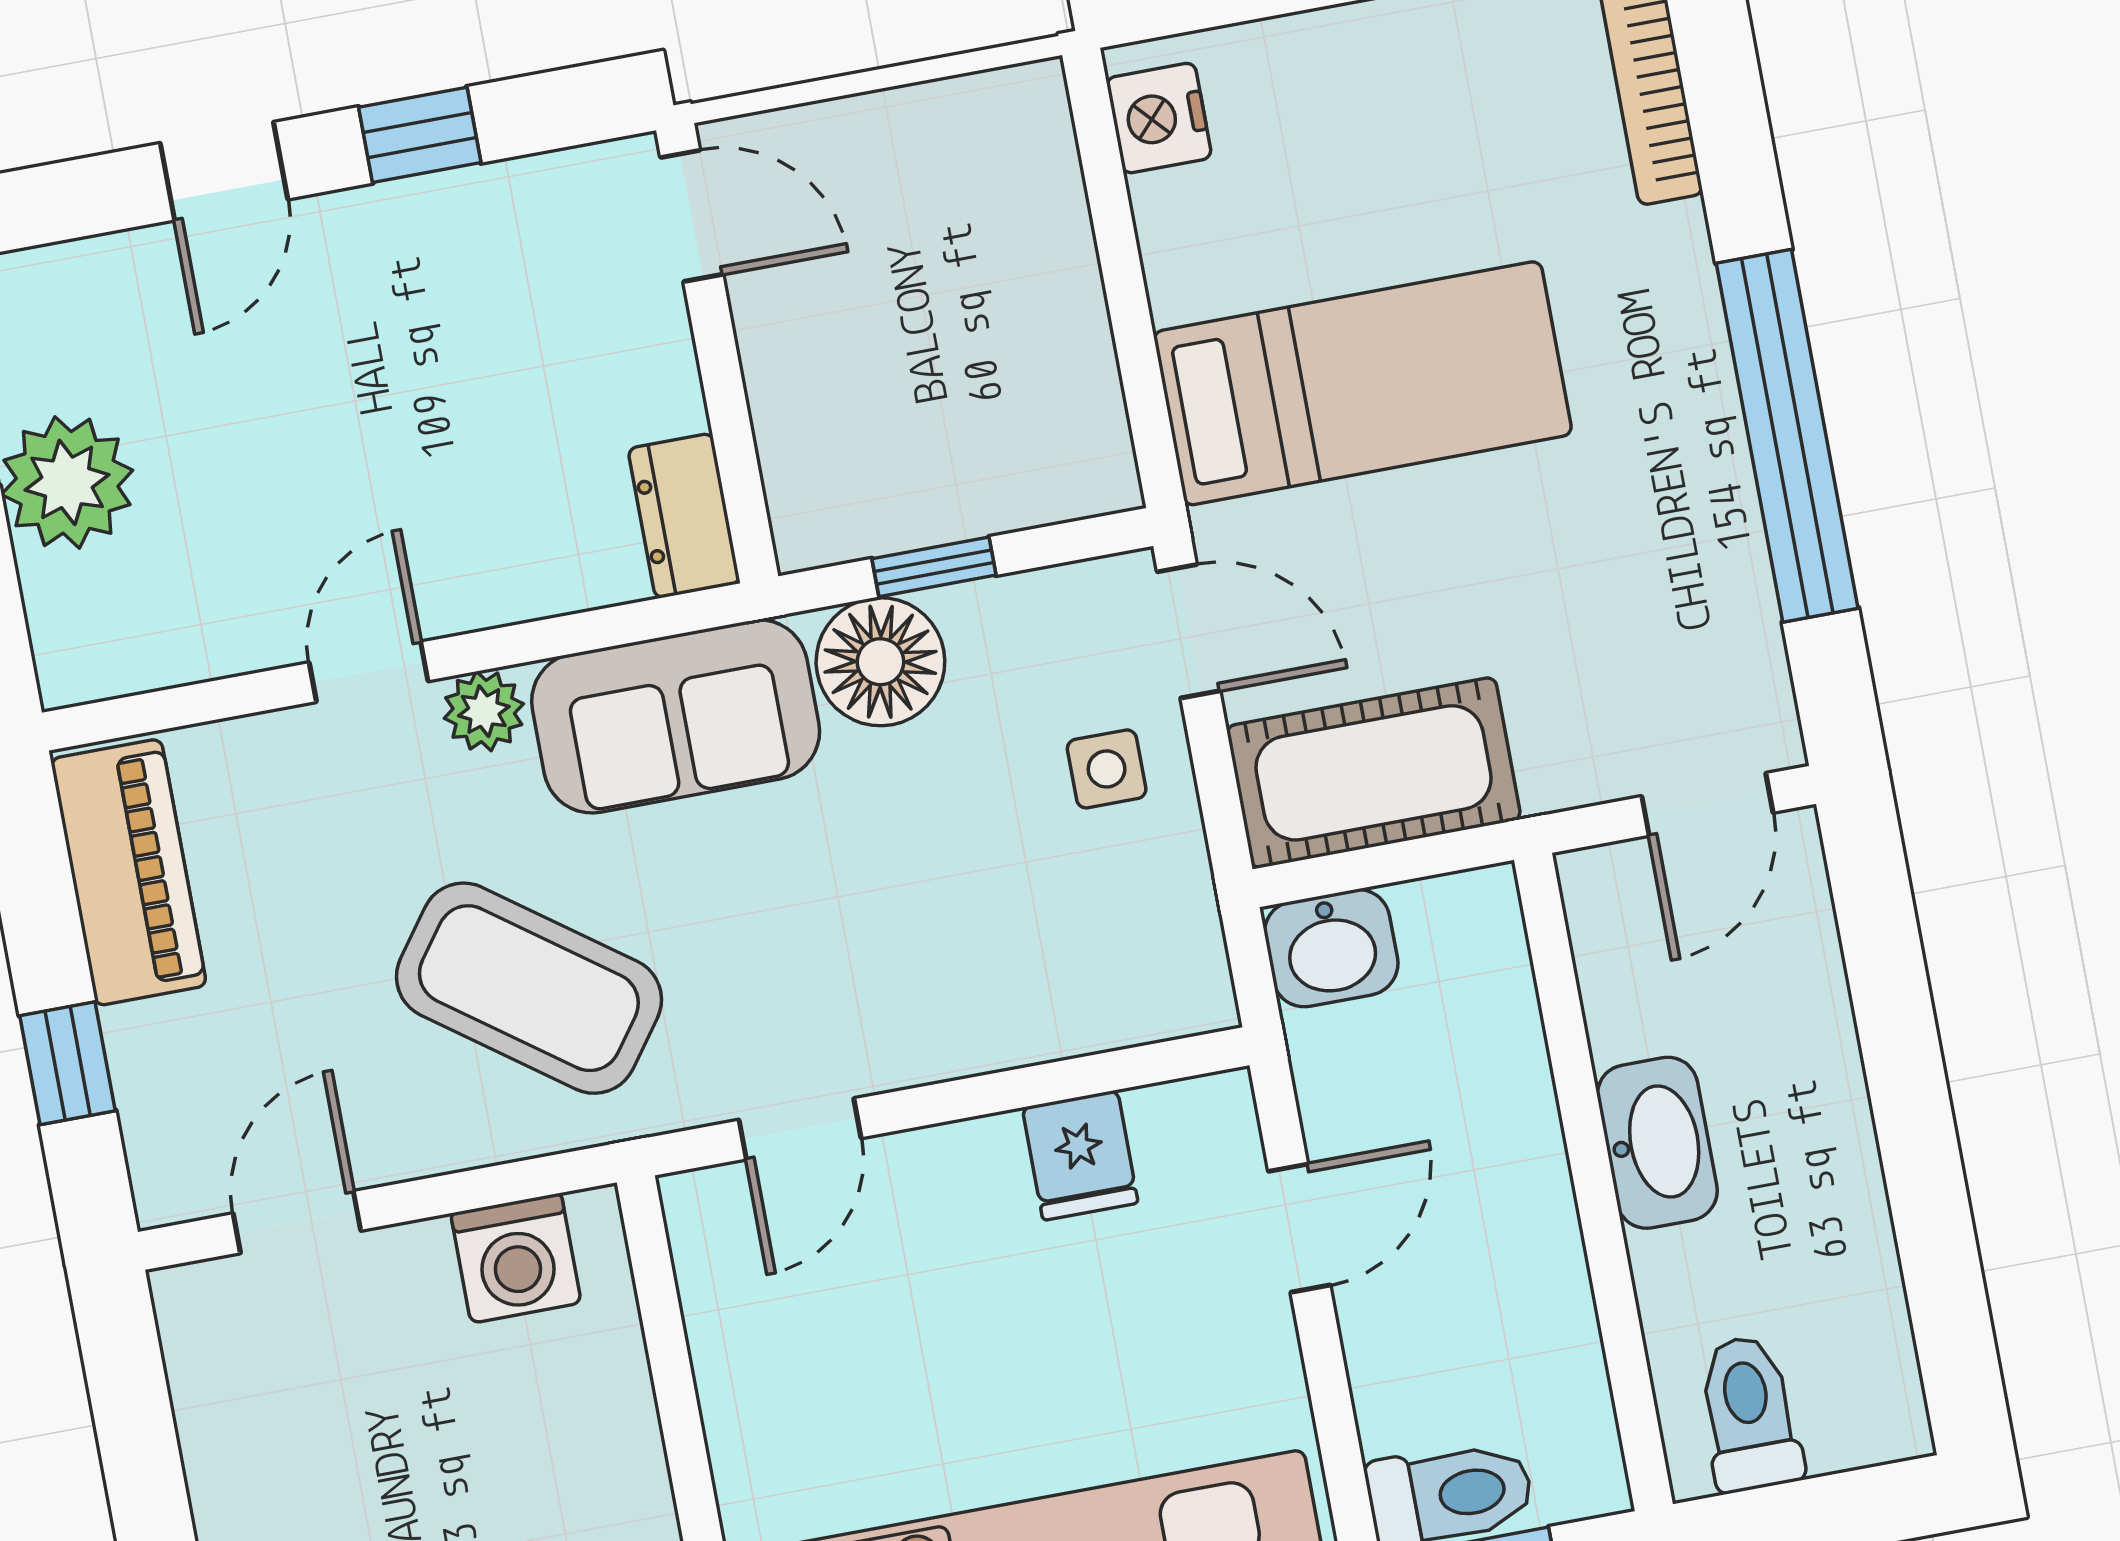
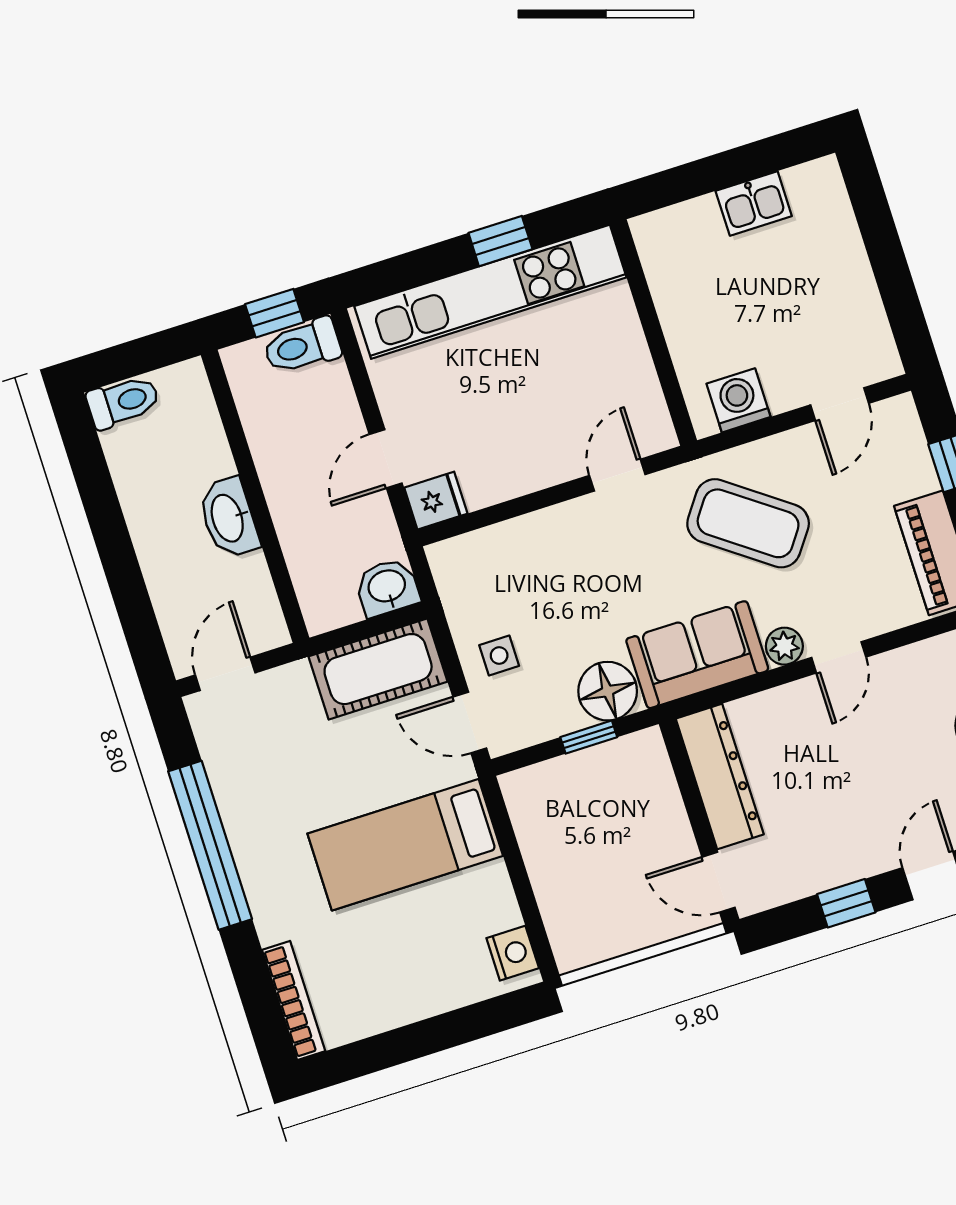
dresser: (684, 516) -> (720, 777), width x1.96, depth x1.24
fridge: (1080, 1155) -> (436, 501), moved, turned 90
toilet: (1749, 1413) -> (123, 402), moved, turned -90

